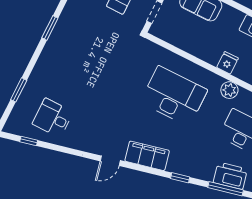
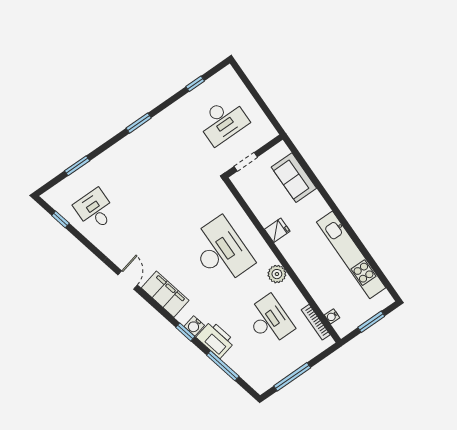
fridge: (228, 63) -> (277, 230), moved
door: (110, 161) -> (128, 280), swing flipped
water cooler: (185, 169) -> (194, 326), added
printer: (230, 176) -> (216, 339), moved

